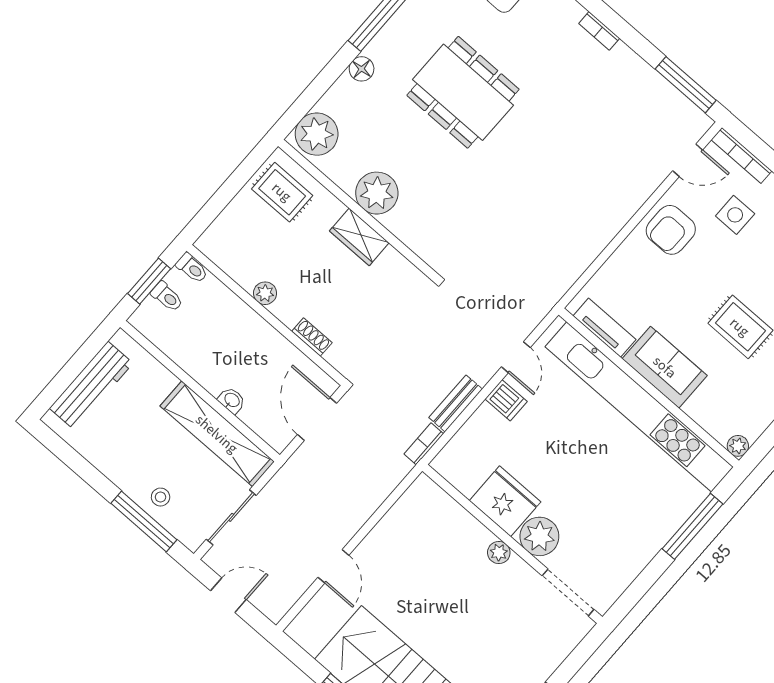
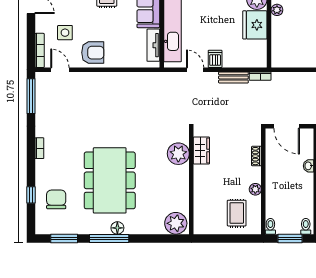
floor lamp: (362, 69) -> (117, 228), moved
dining table: (463, 92) -> (110, 180), width x1.36, depth x1.24
rug: (282, 192) -> (237, 213), moved
plant: (377, 193) -> (178, 154), moved
wardrobe: (359, 237) -> (201, 151), moved
toilet: (167, 297) -> (306, 226), moved
door: (516, 357) -> (195, 70), hinge flipped
door: (317, 419) -> (287, 126), hinge flipped

